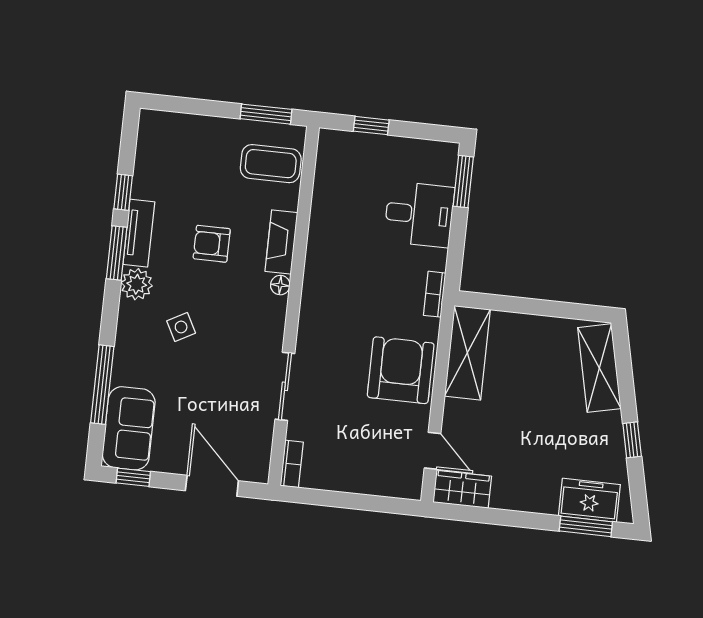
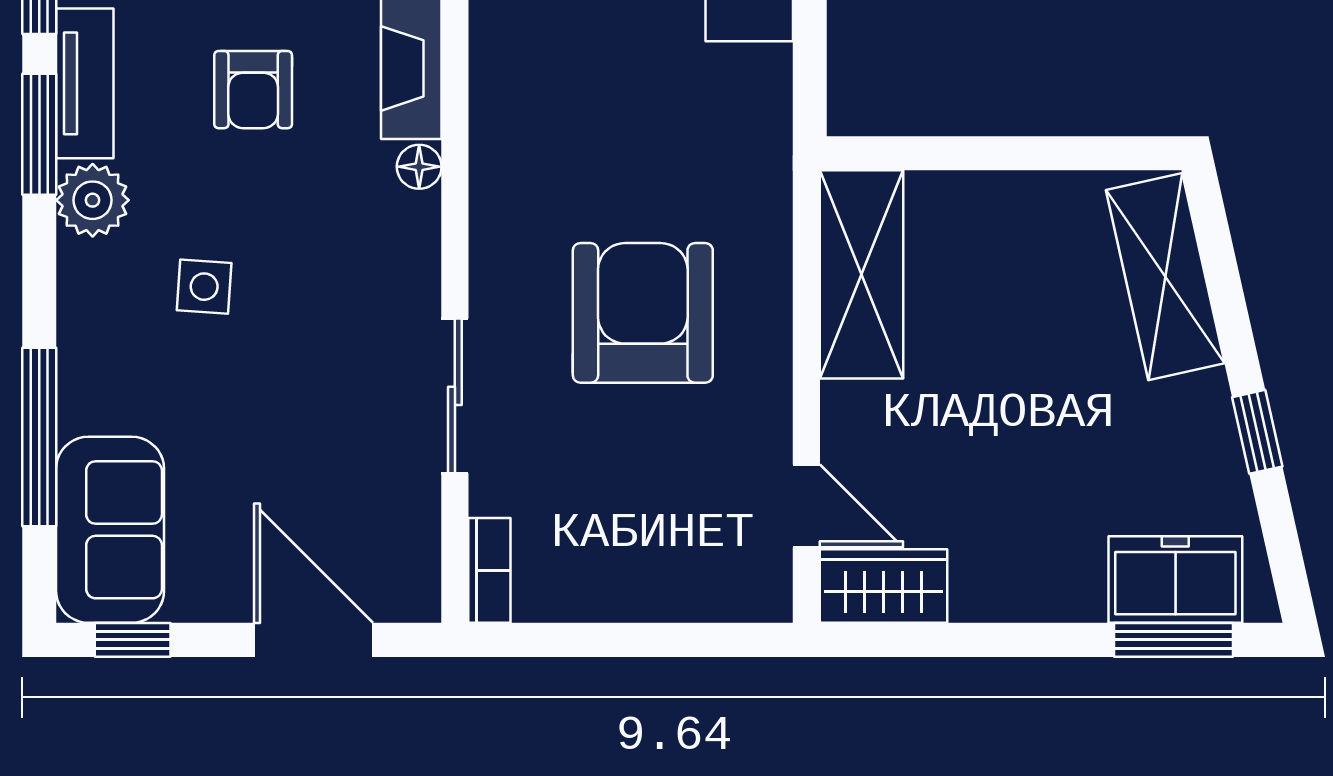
armchair: (212, 244) -> (253, 90), turned -90
bookcase: (435, 294) -> (773, 149), removed
side table: (181, 327) -> (204, 287), turned 32
armchair: (401, 370) -> (643, 313), moved

